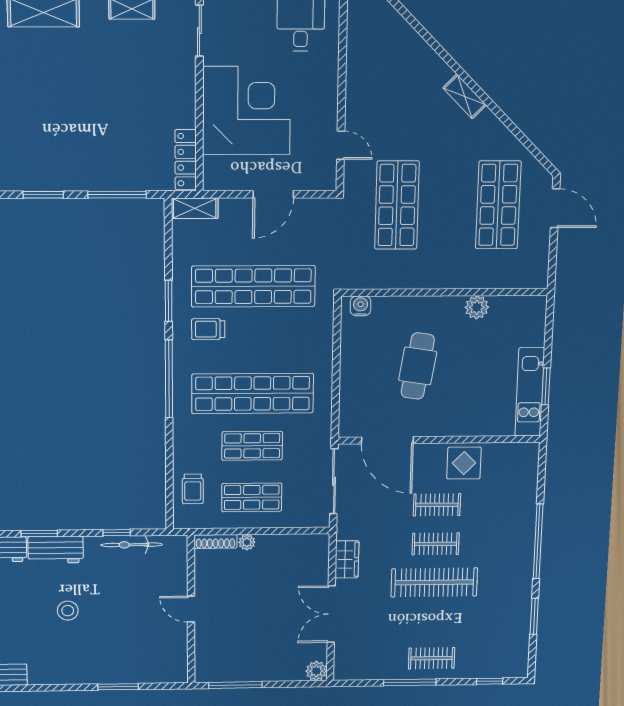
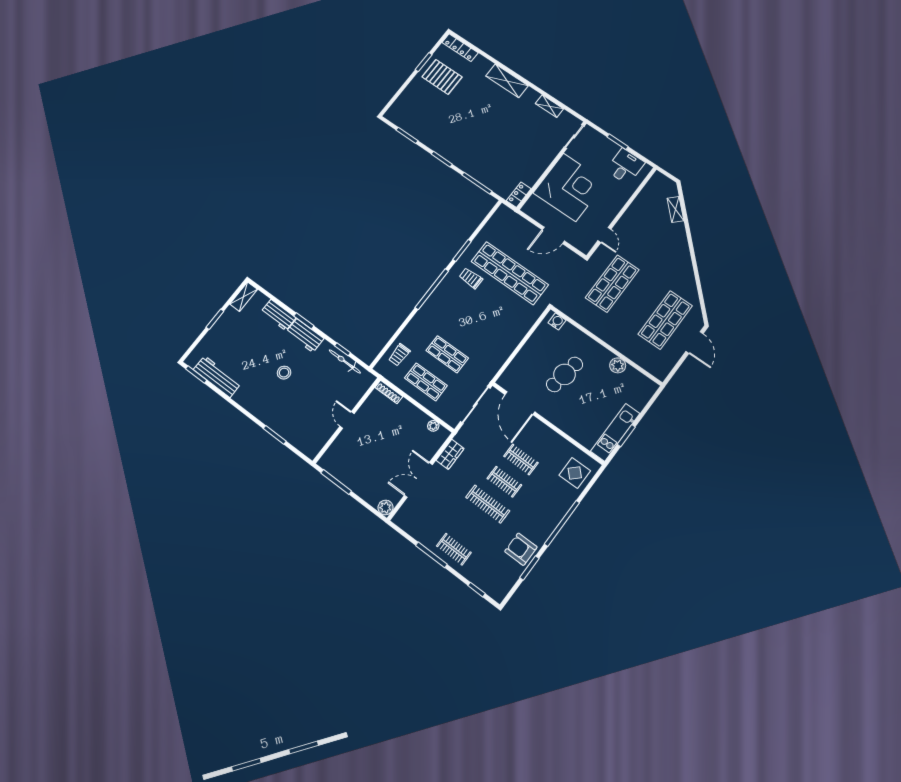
shelving: (465, 96) -> (675, 209), moved
locker: (186, 160) -> (519, 195), width x0.66
shelving: (195, 208) -> (509, 215), removed
shop shelf: (253, 393) -> (468, 327), removed
display table: (464, 463) -> (575, 473), moved
plant: (247, 542) -> (433, 426), moved
clothes rail: (434, 582) -> (488, 504), width x0.73, depth x0.76
armchair: (510, 603) -> (521, 549), added

